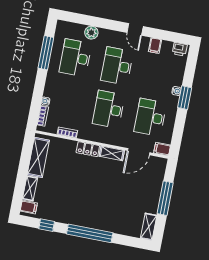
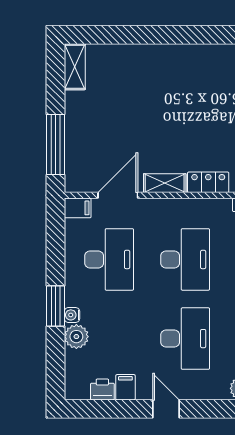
printer: (180, 49) -> (102, 389), moved
plant: (176, 79) -> (76, 337), added
window: (165, 198) -> (55, 144), moved
window: (90, 233) -> (176, 35), removed

